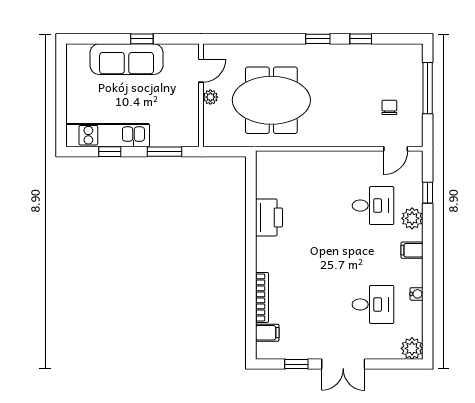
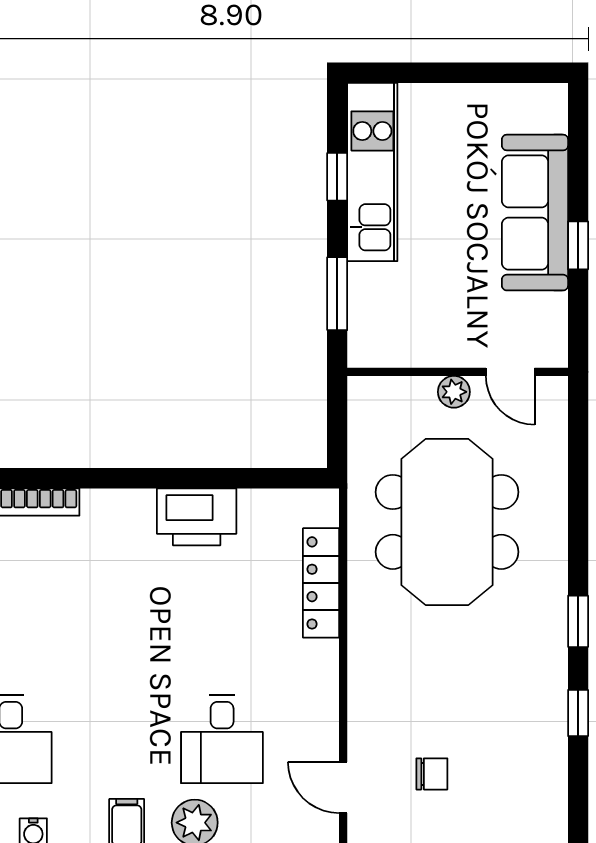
locker: (300, 159) -> (321, 583), added

